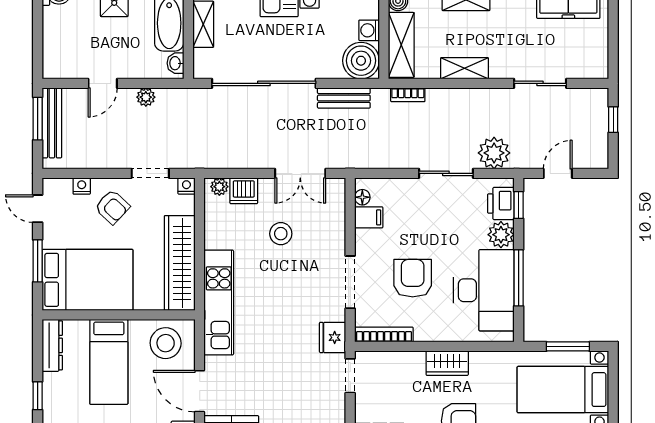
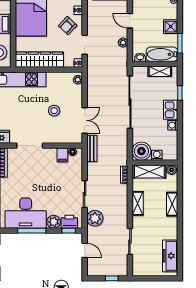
bench: (344, 98) -> (92, 148), moved
double door: (300, 173) -> (85, 120), swing flipped
dishwasher: (244, 191) -> (76, 92), removed
armchair: (413, 278) -> (32, 177), removed

